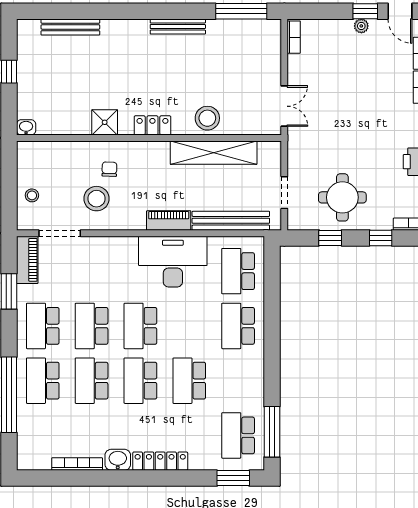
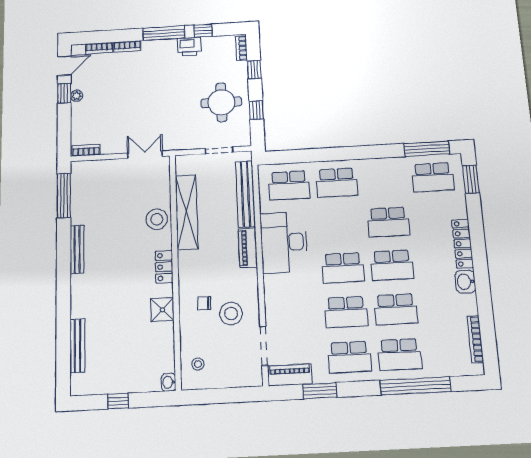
stool: (32, 195) -> (198, 364), moved
bookcase: (77, 464) -> (475, 339), moved

